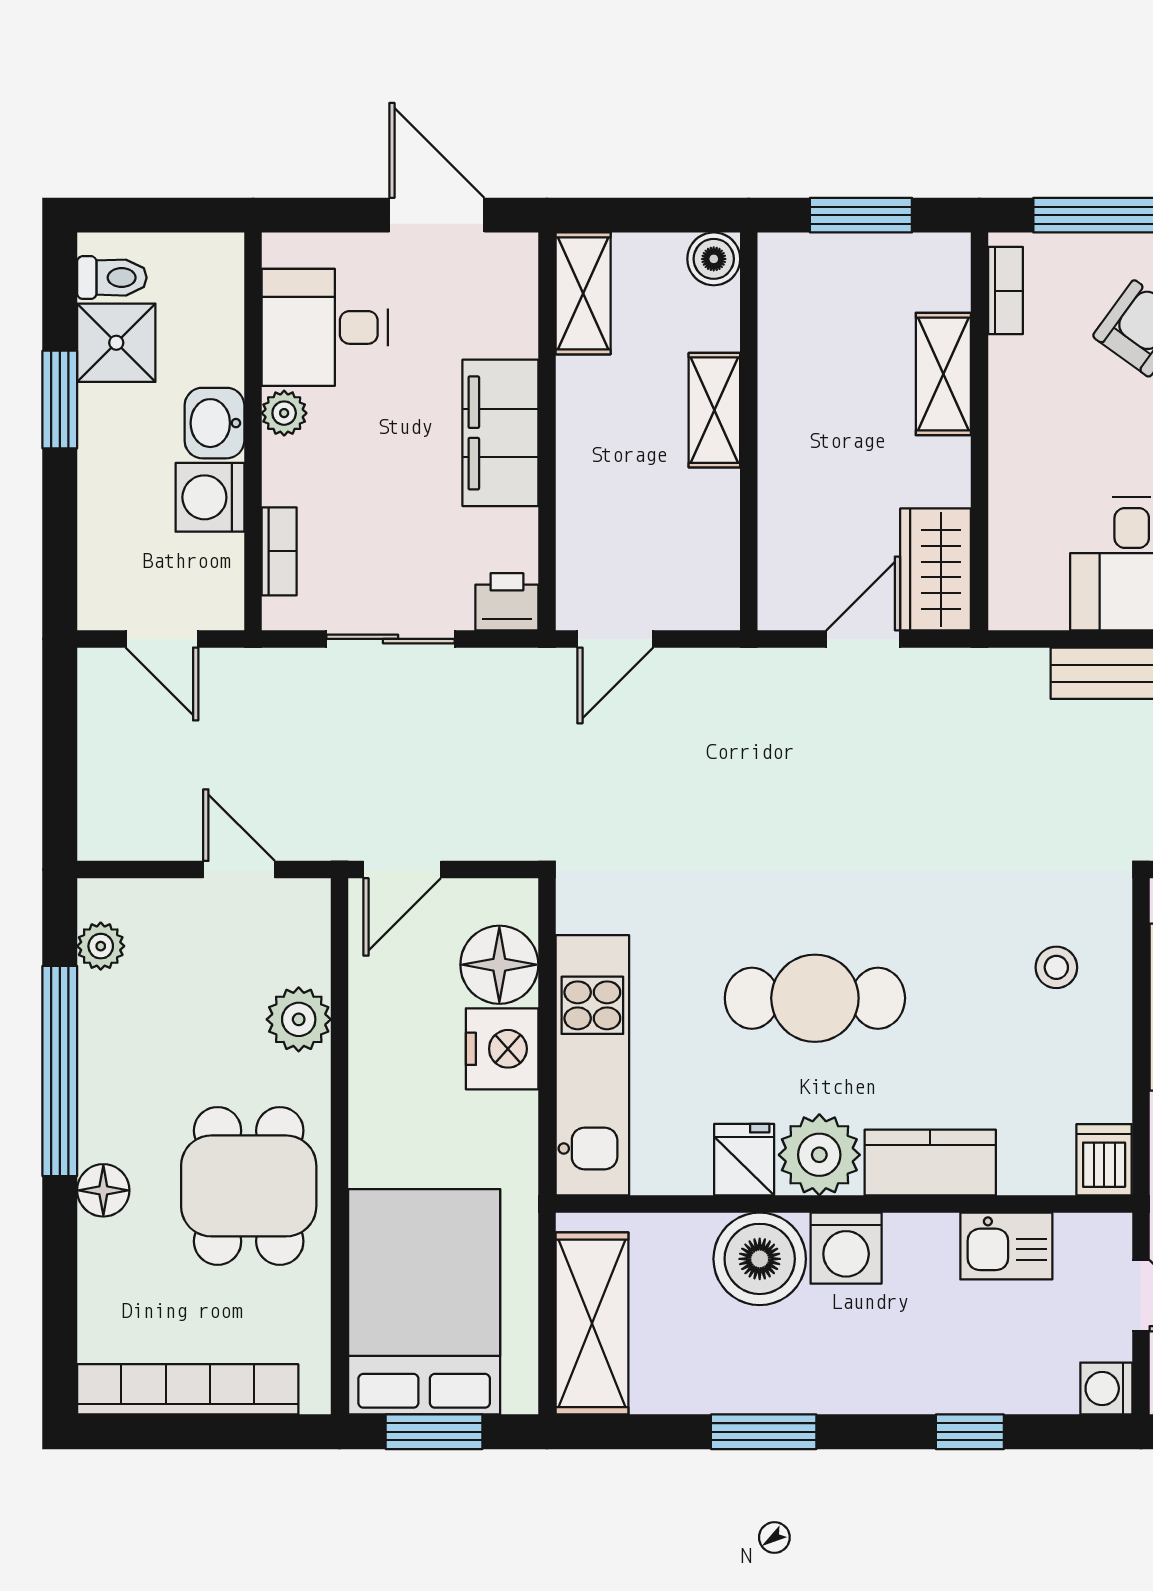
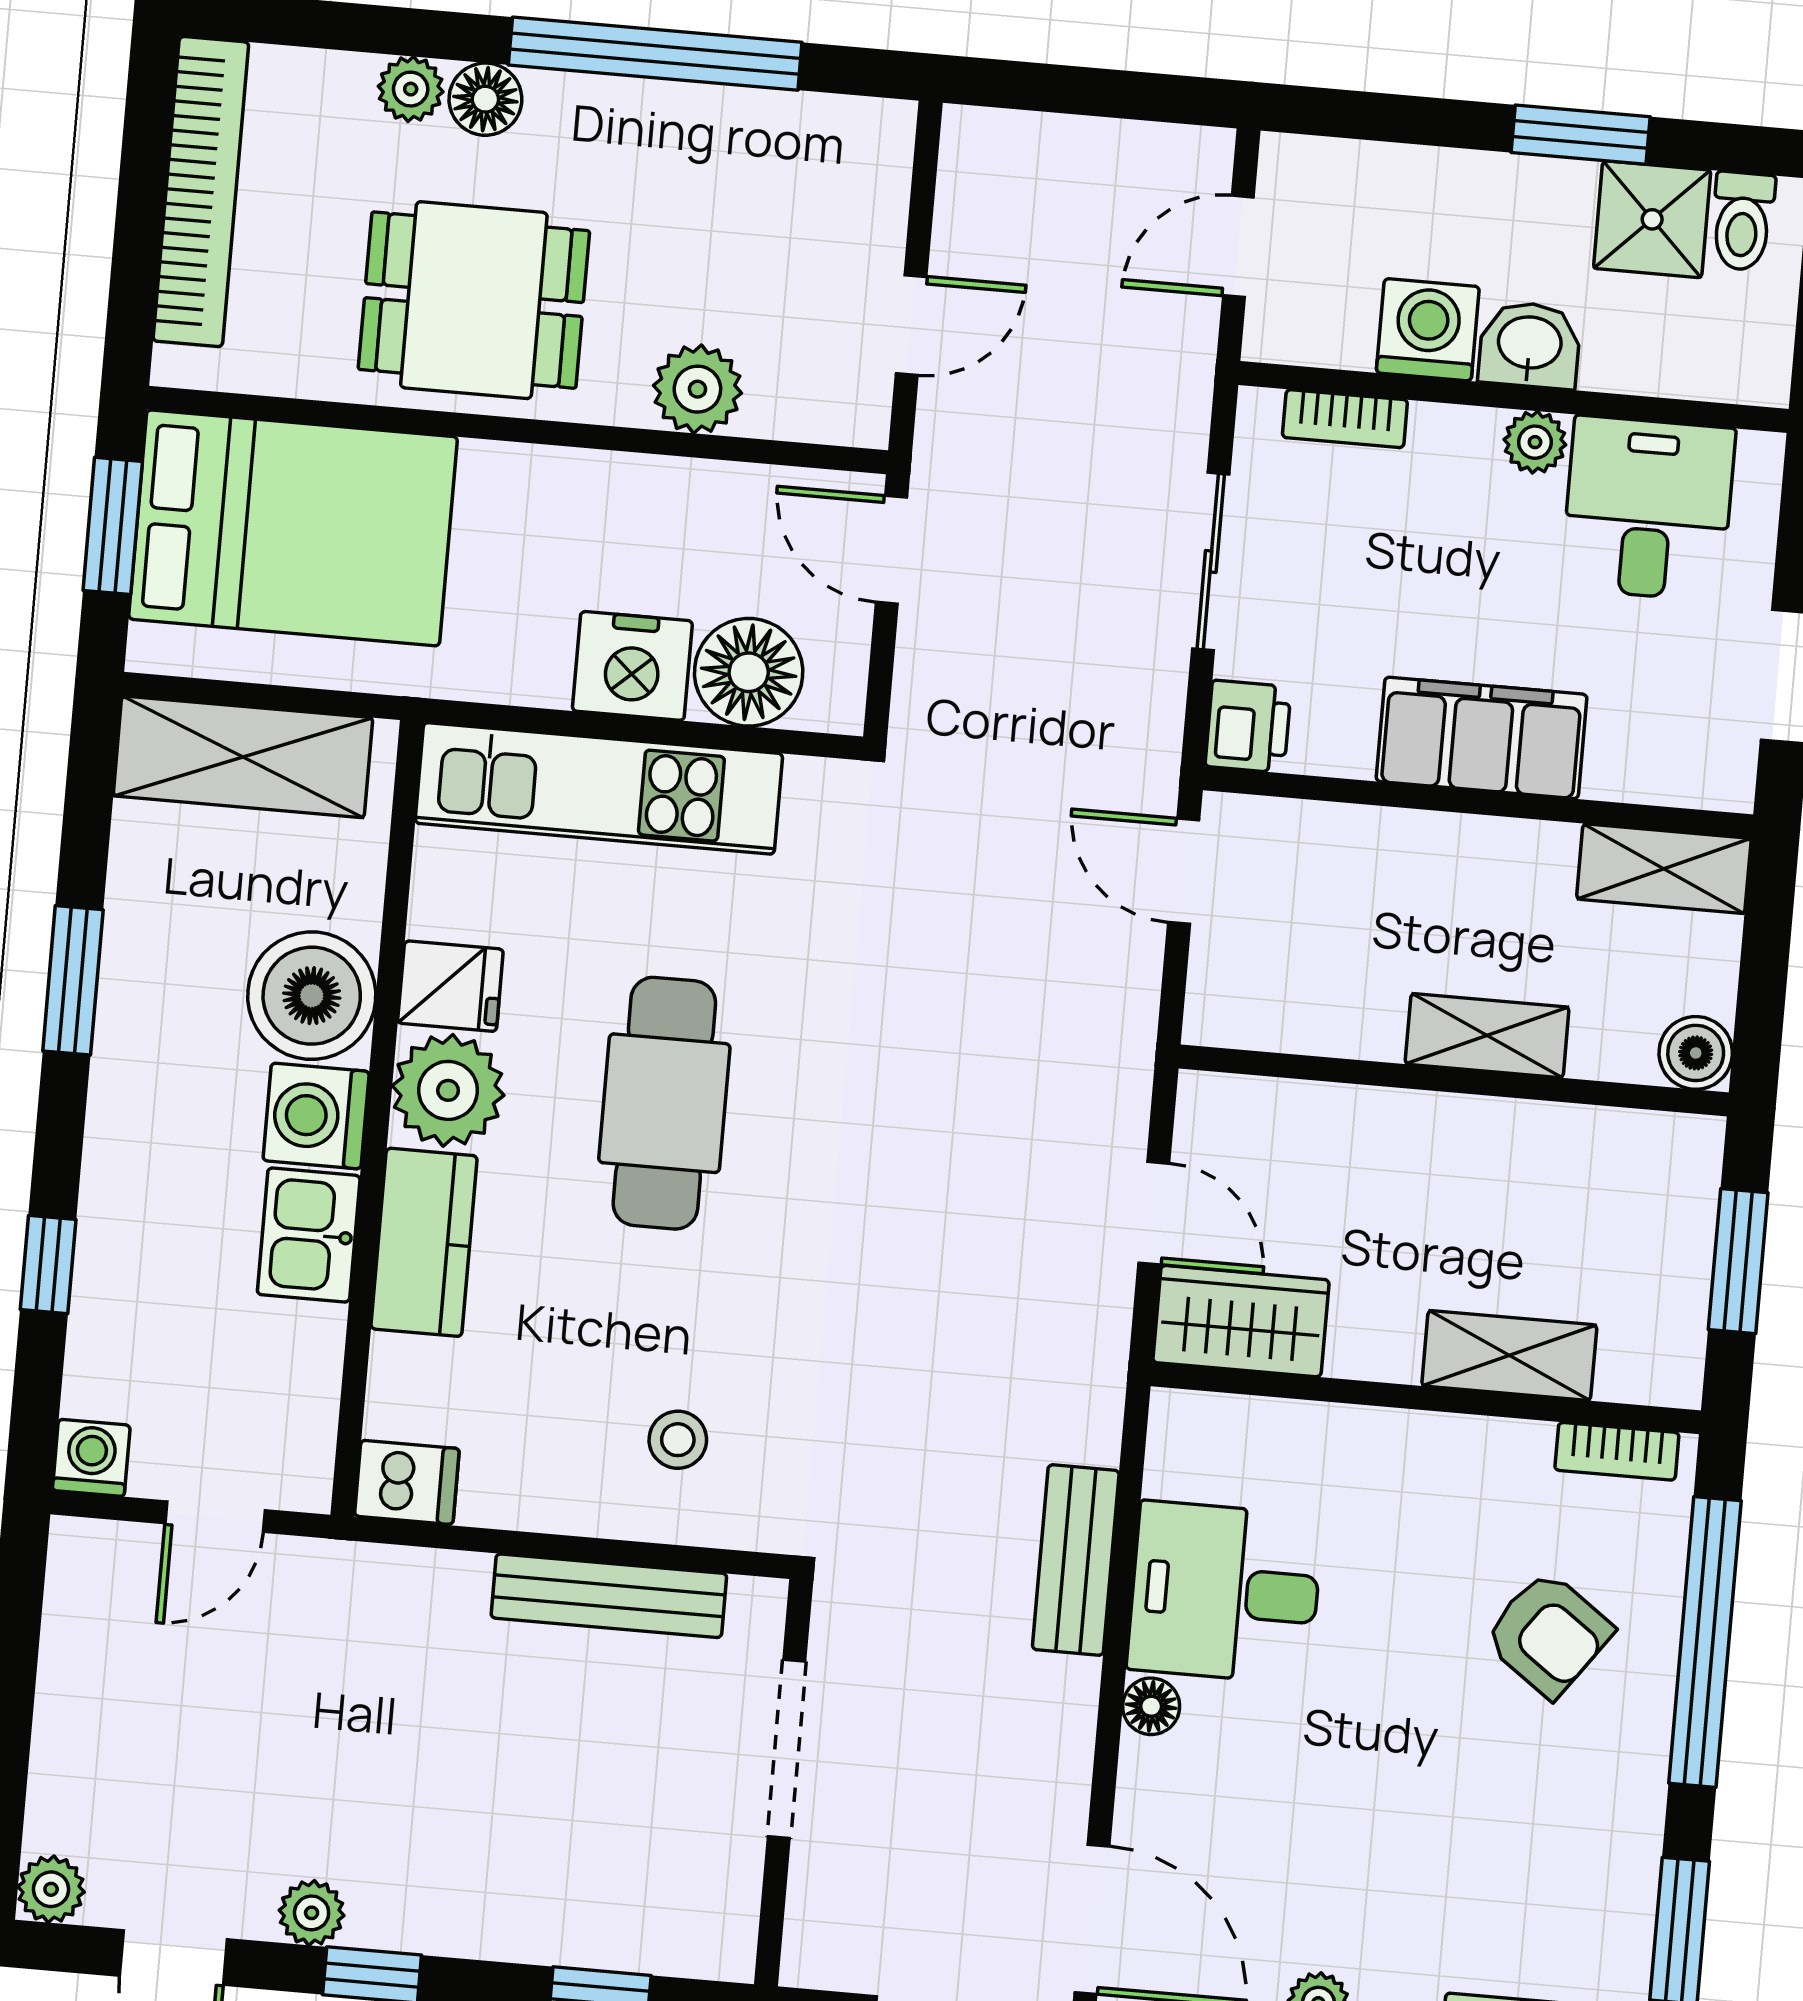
plant: (101, 946) -> (411, 89), moved
kitchen sink: (1006, 1246) -> (309, 1235), moved

